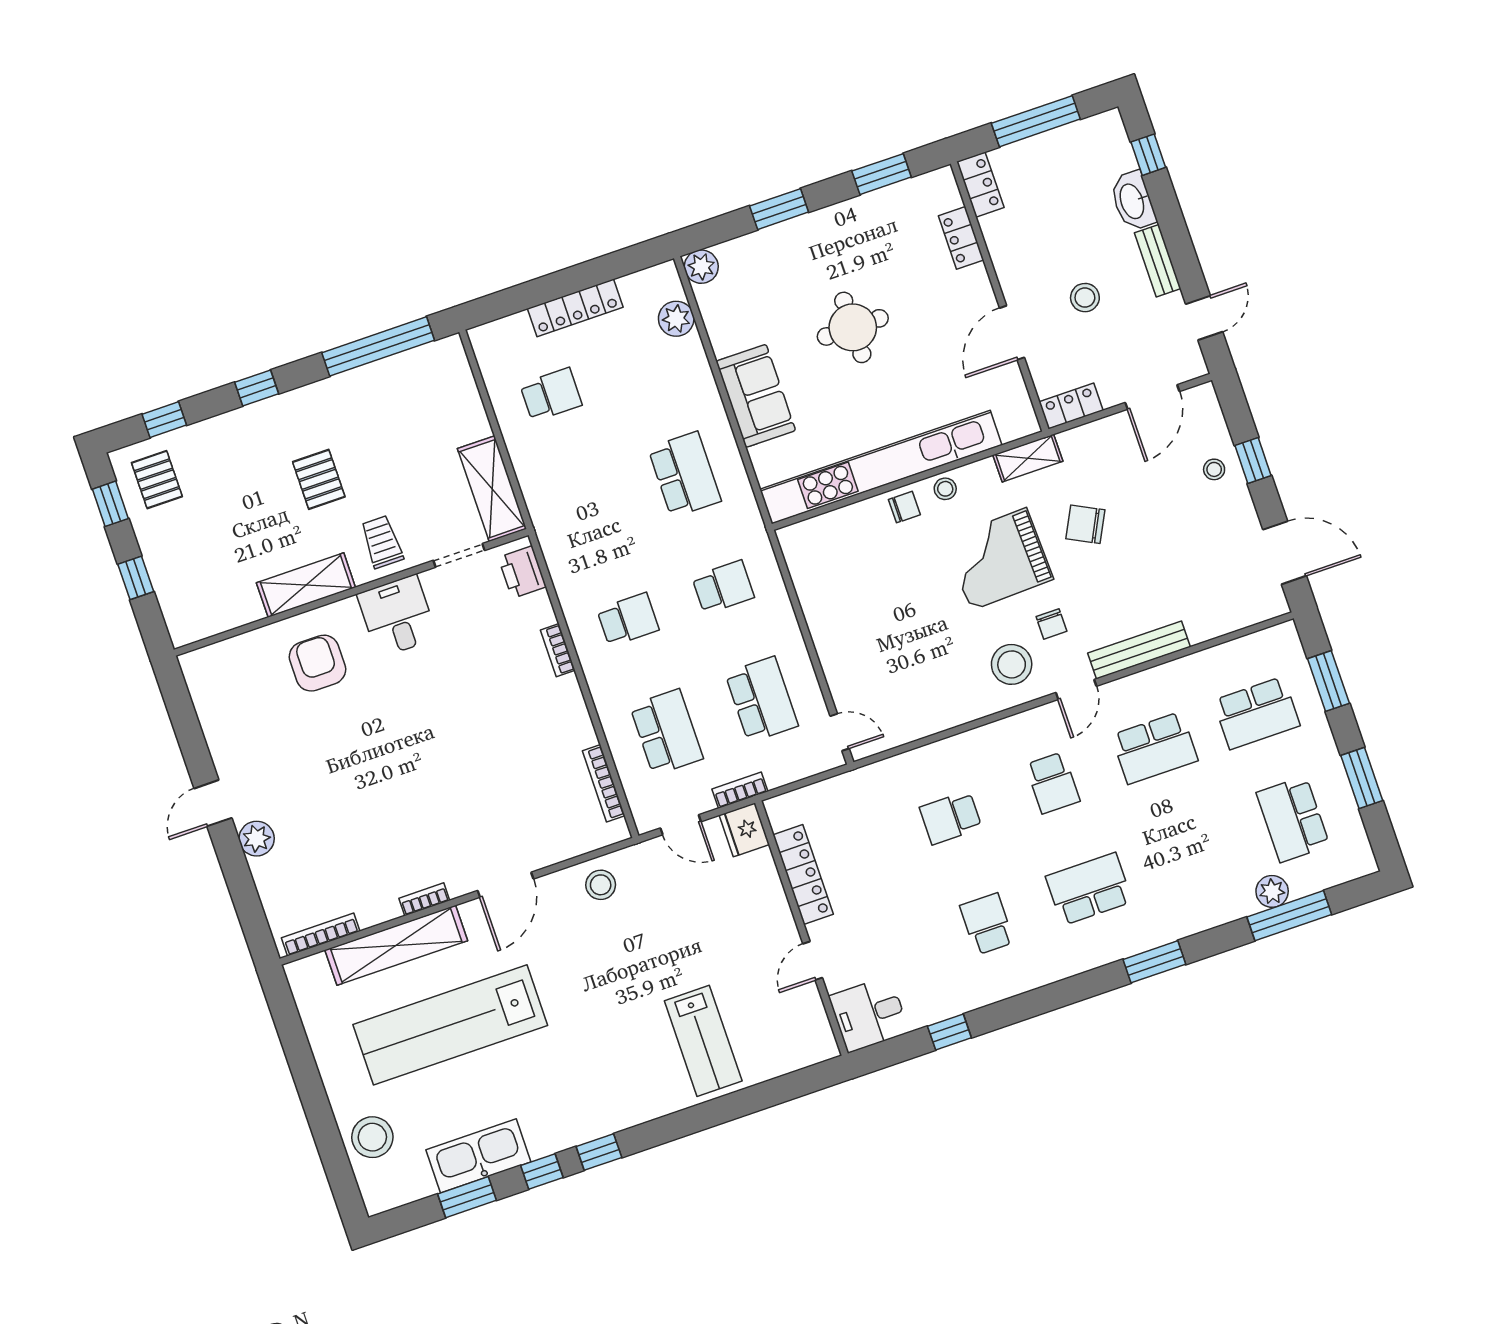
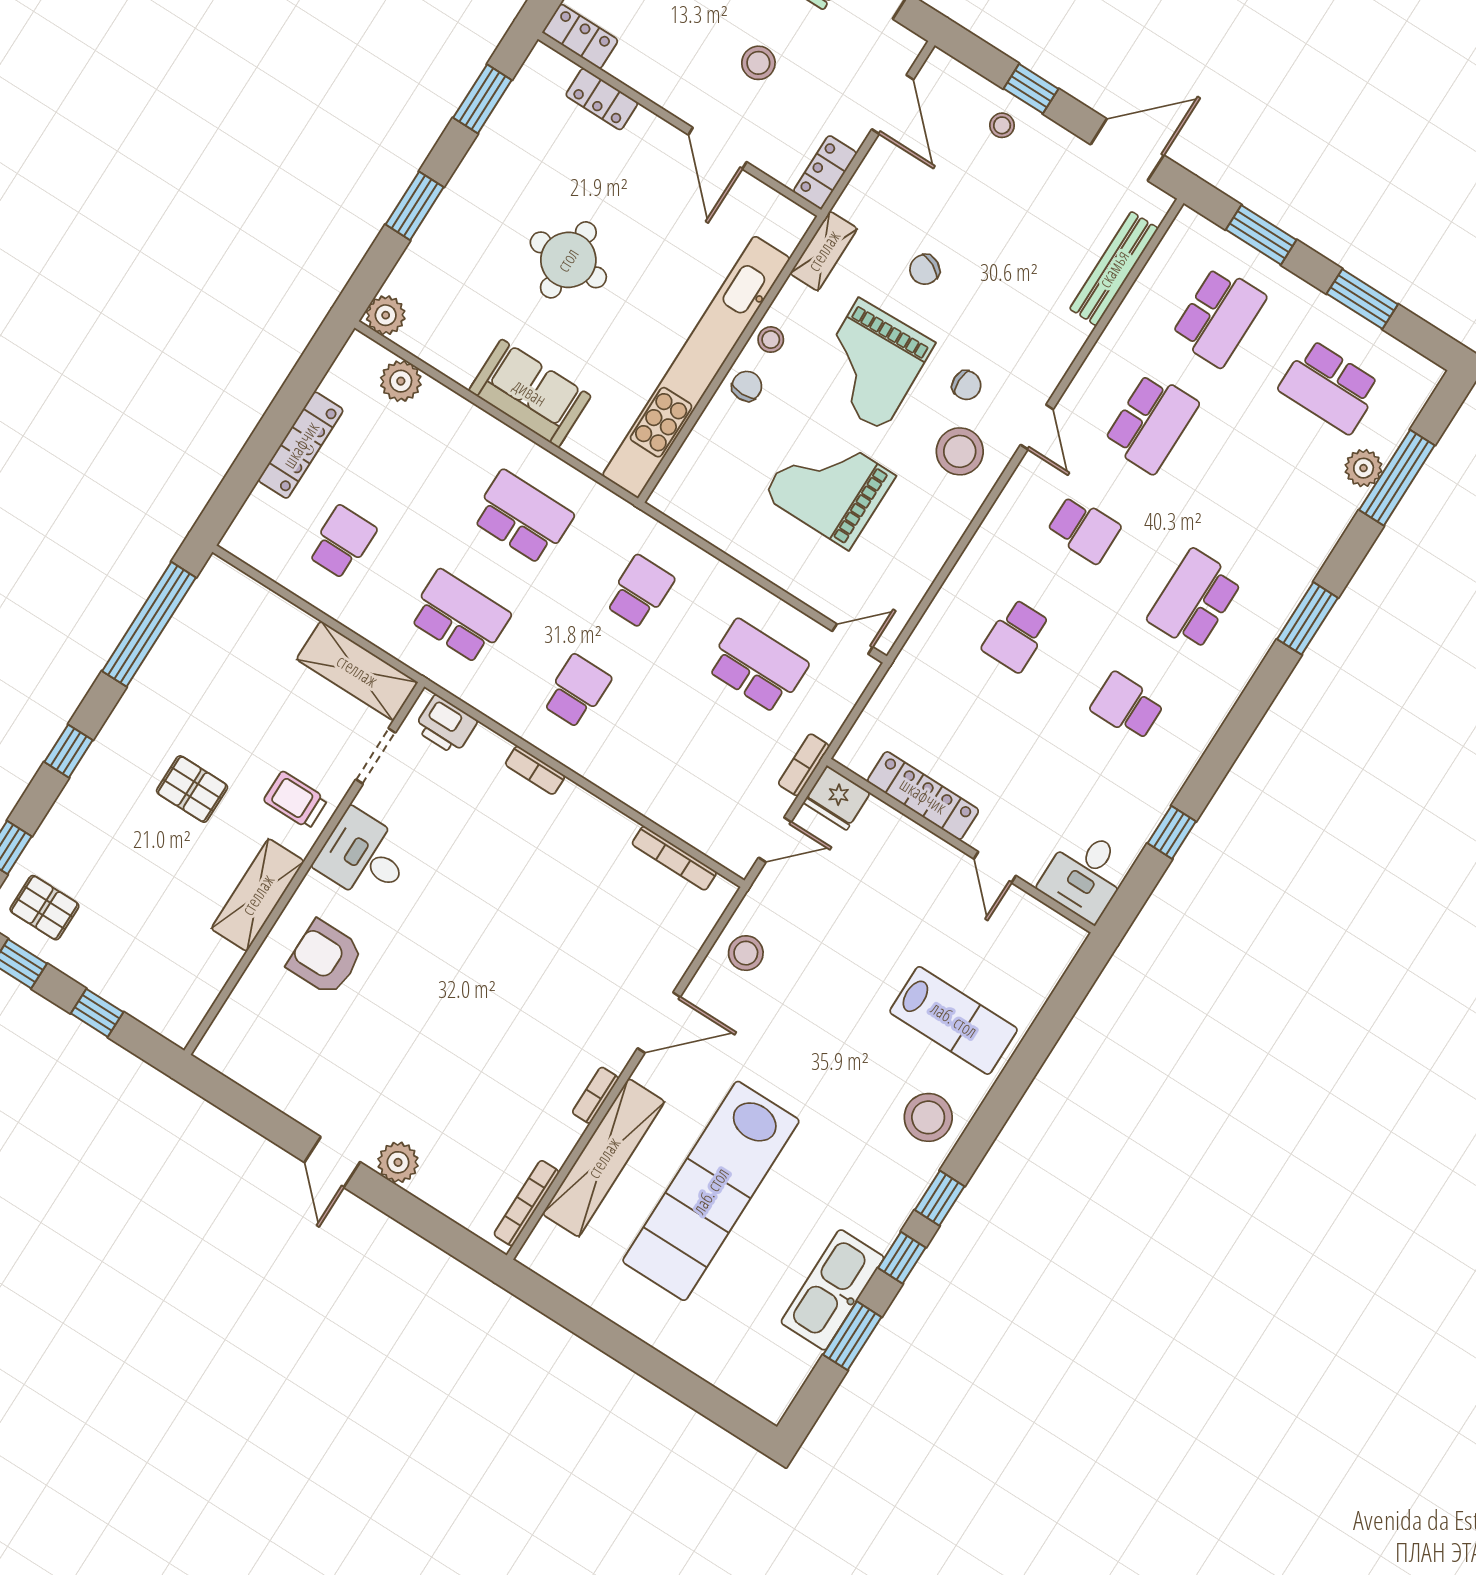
chair: (1085, 524) -> (925, 270), width x0.73, depth x0.73
grand piano: (906, 618) -> (829, 486), added
bench: (1139, 650) -> (1114, 269), moved
school desk: (666, 732) -> (459, 617), moved
door: (505, 885) -> (659, 1023), hinge flipped
stool: (372, 1137) -> (928, 1117), moved

